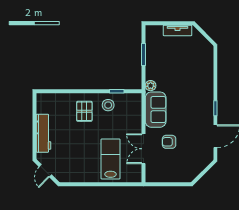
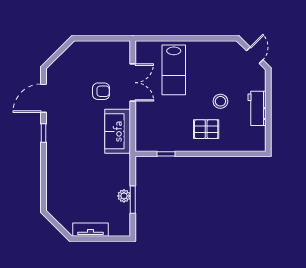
plant: (151, 86) -> (124, 196), moved
stool: (108, 105) -> (220, 101), moved
pallet: (84, 111) -> (206, 129), turned 90
workbench: (43, 133) -> (257, 108), width x0.73

